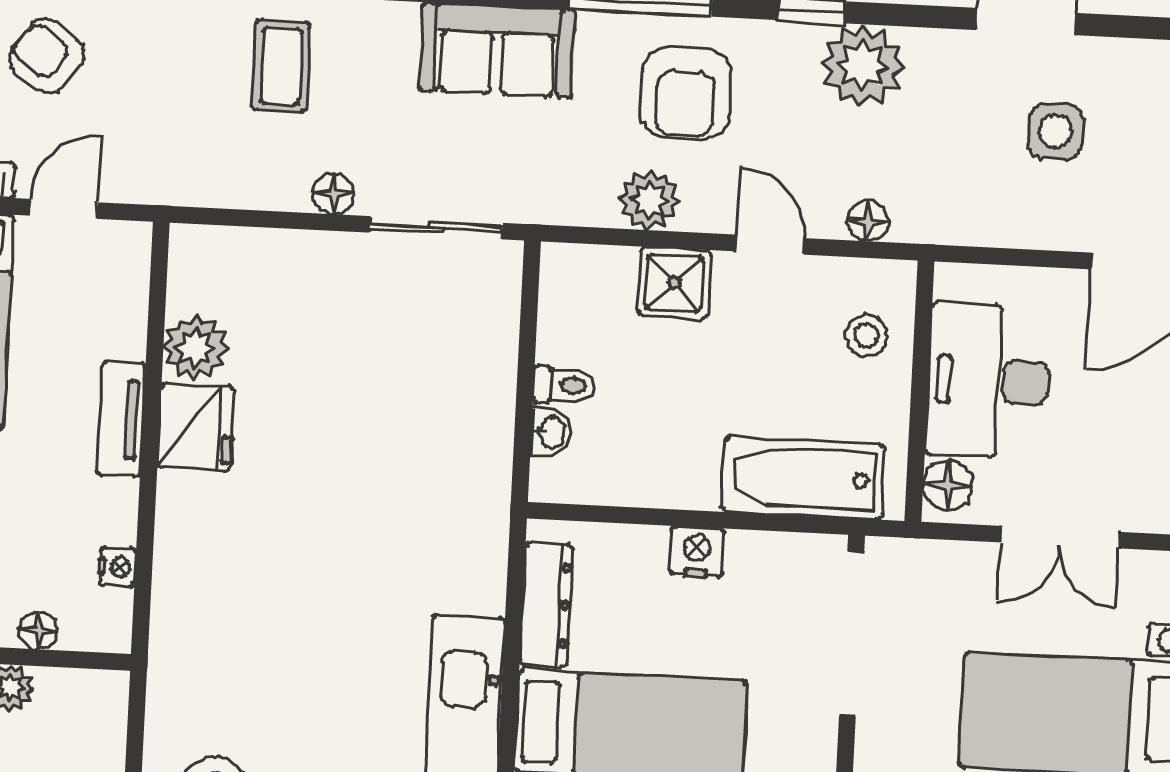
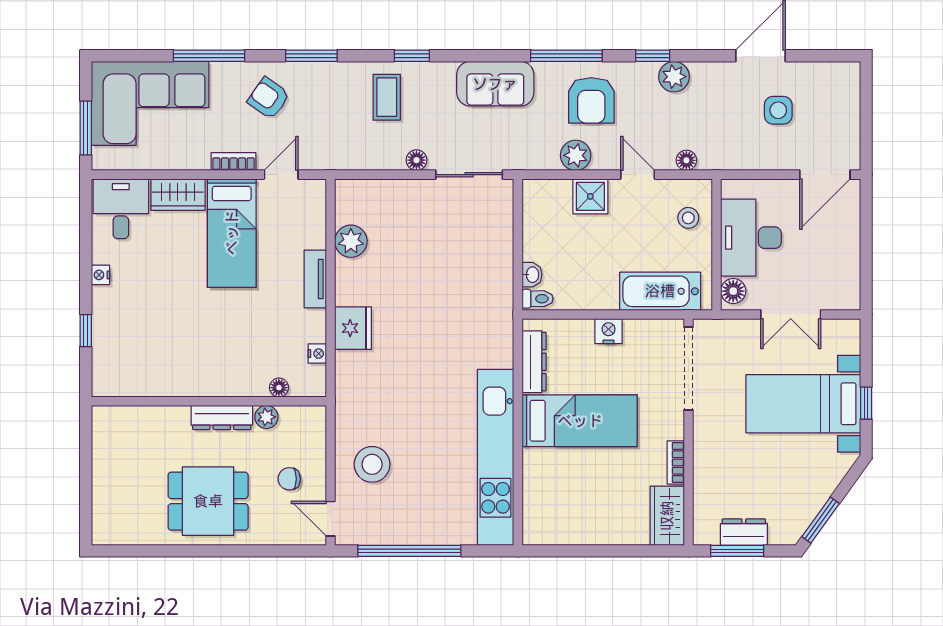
plant: (863, 66) -> (674, 77), width x0.73, depth x0.73
toilet: (564, 385) -> (538, 299), moved
fridge: (196, 427) -> (353, 328), moved

